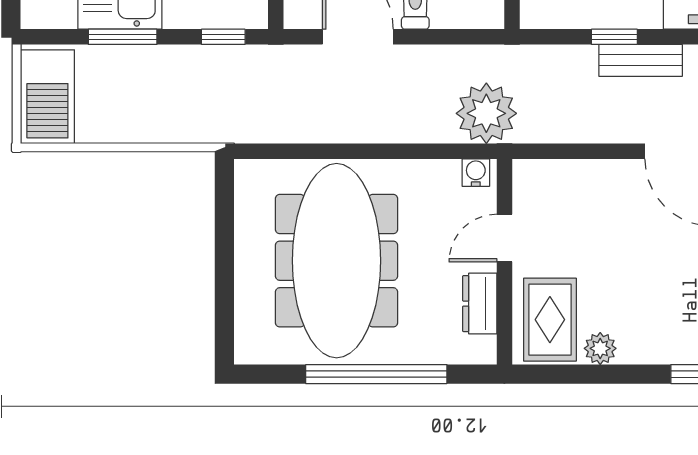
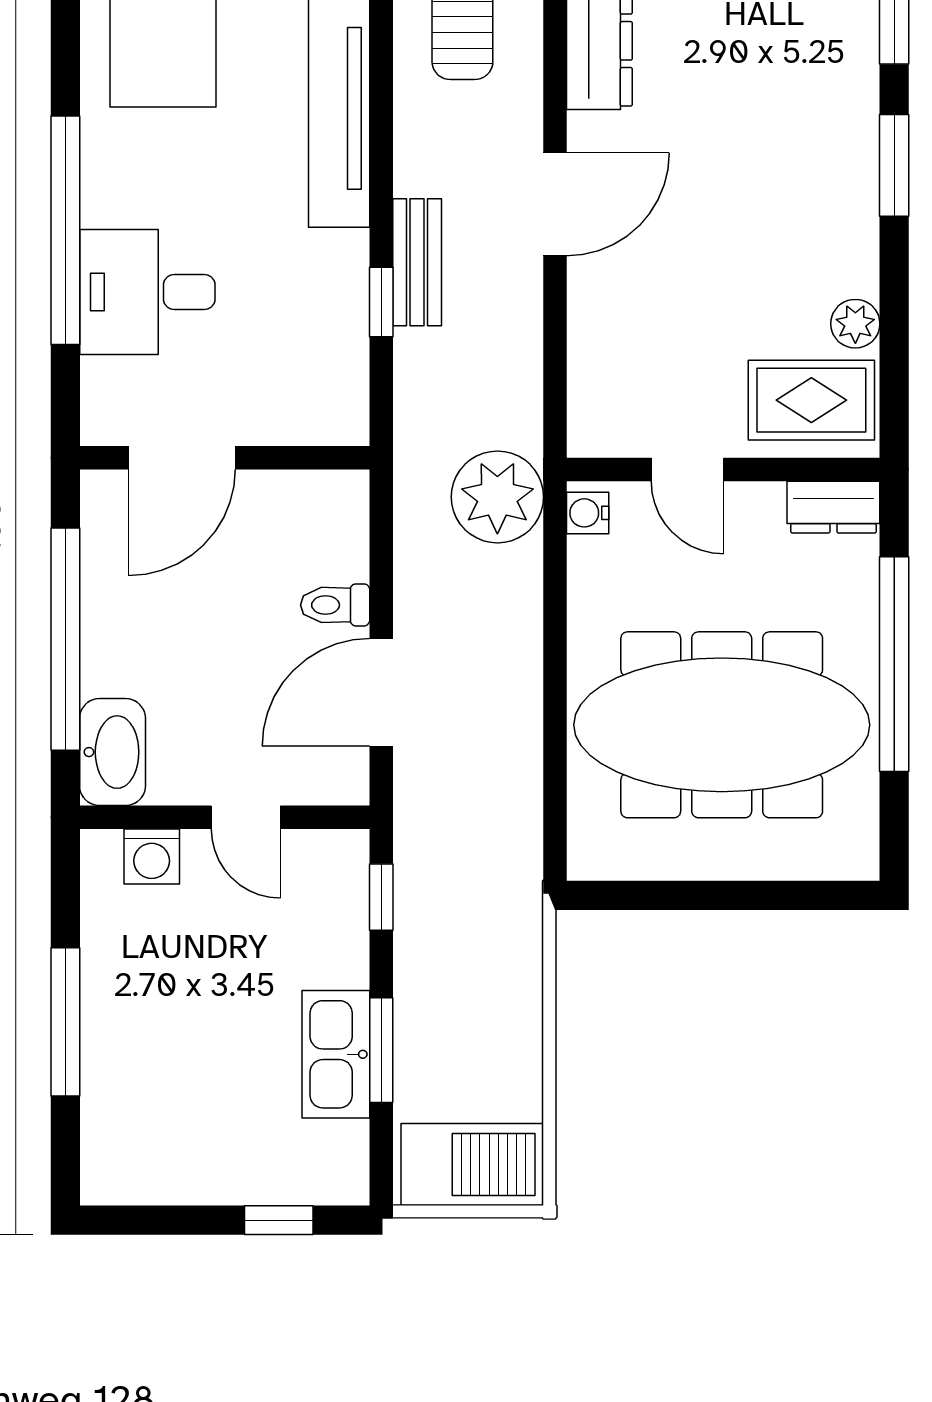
dresser: (480, 304) -> (833, 507), moved

